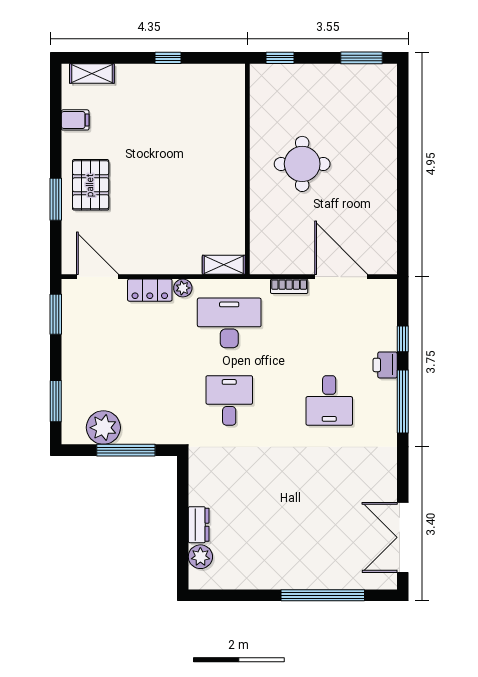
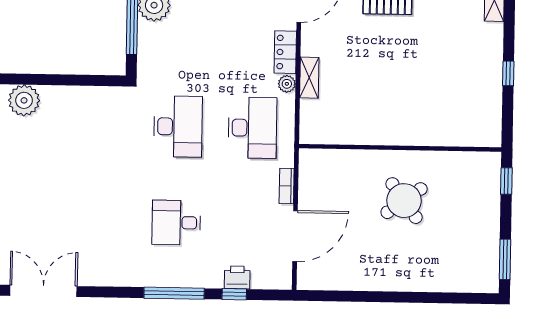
round table: (302, 164) -> (404, 201), turned -36
shelving: (224, 265) -> (309, 78), moved
printer: (385, 365) -> (237, 277), moved
desk: (229, 400) -> (178, 127), width x1.37
dresser: (199, 525) -> (59, 95), removed
plant: (200, 557) -> (24, 100), width x1.36, depth x1.36

